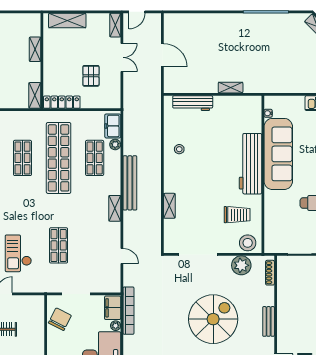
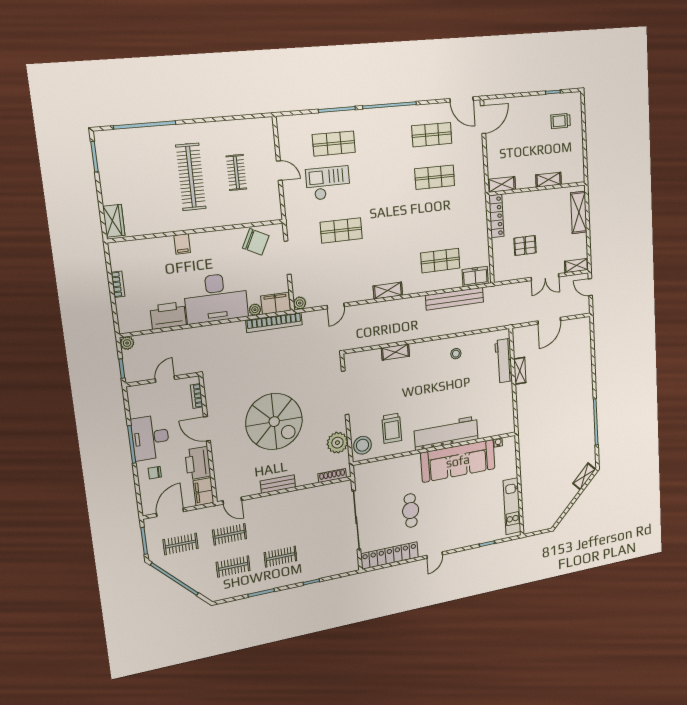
shelving: (231, 88) -> (520, 371), moved
plant: (115, 144) -> (300, 303), moved
shop shelf: (59, 158) -> (438, 219), removed
bench: (130, 183) -> (455, 299), moved

